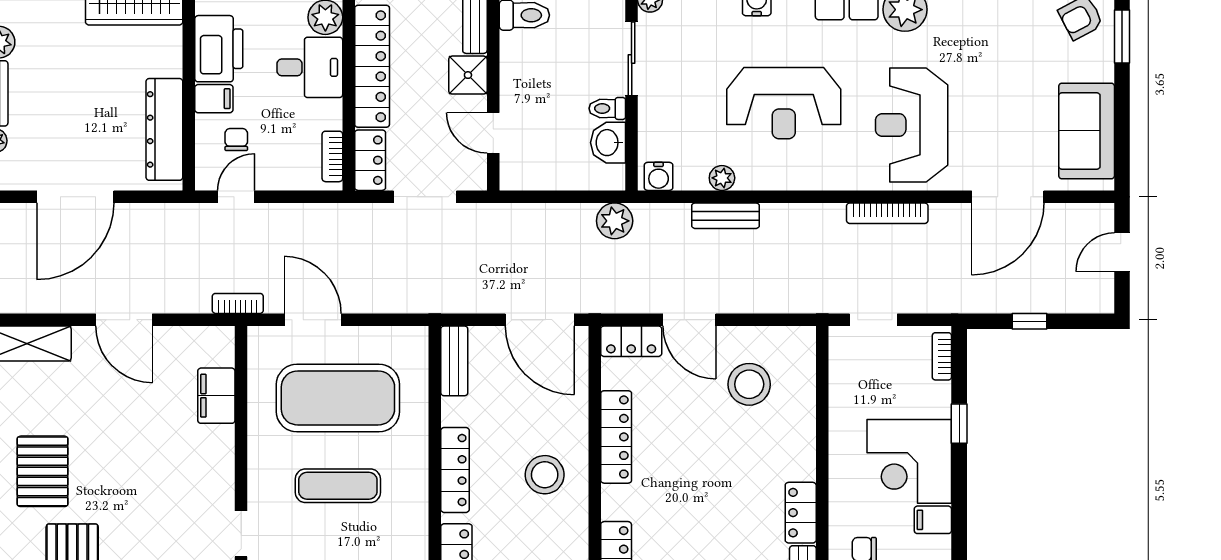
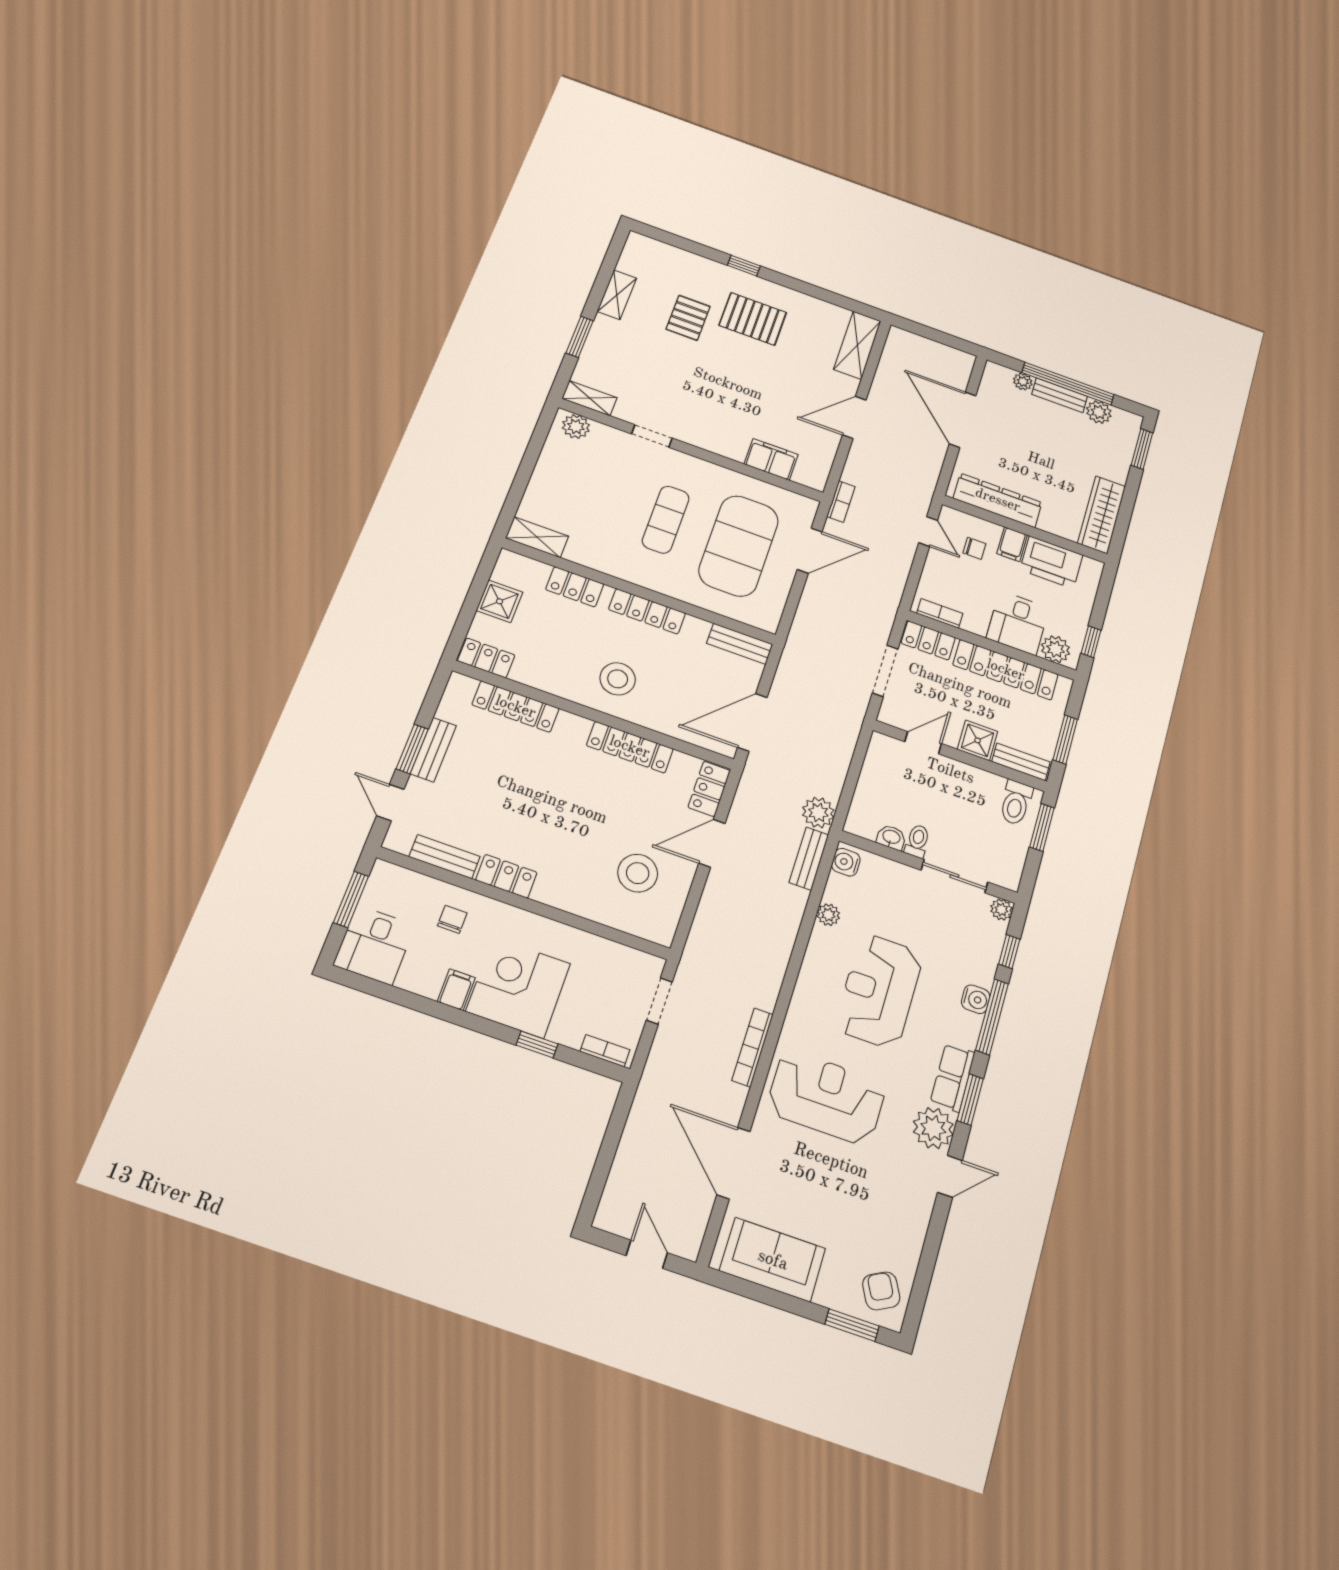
washbasin: (608, 143) -> (891, 837), width x0.72, depth x0.69
bench: (726, 216) -> (809, 859), moved
window: (1029, 321) -> (610, 1143), removed

